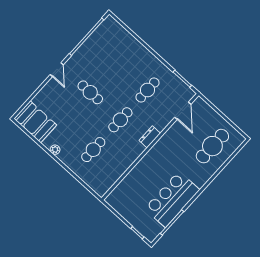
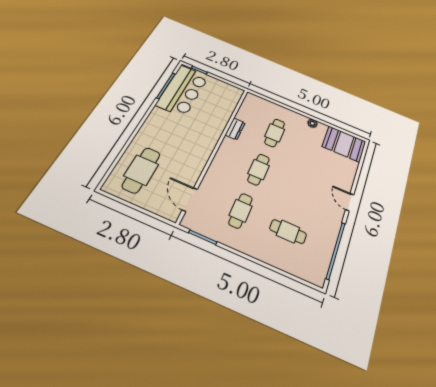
cafe table: (90, 92) -> (288, 231), moved
dresser: (150, 137) -> (235, 129), moved
bar counter: (172, 199) -> (183, 91), moved

